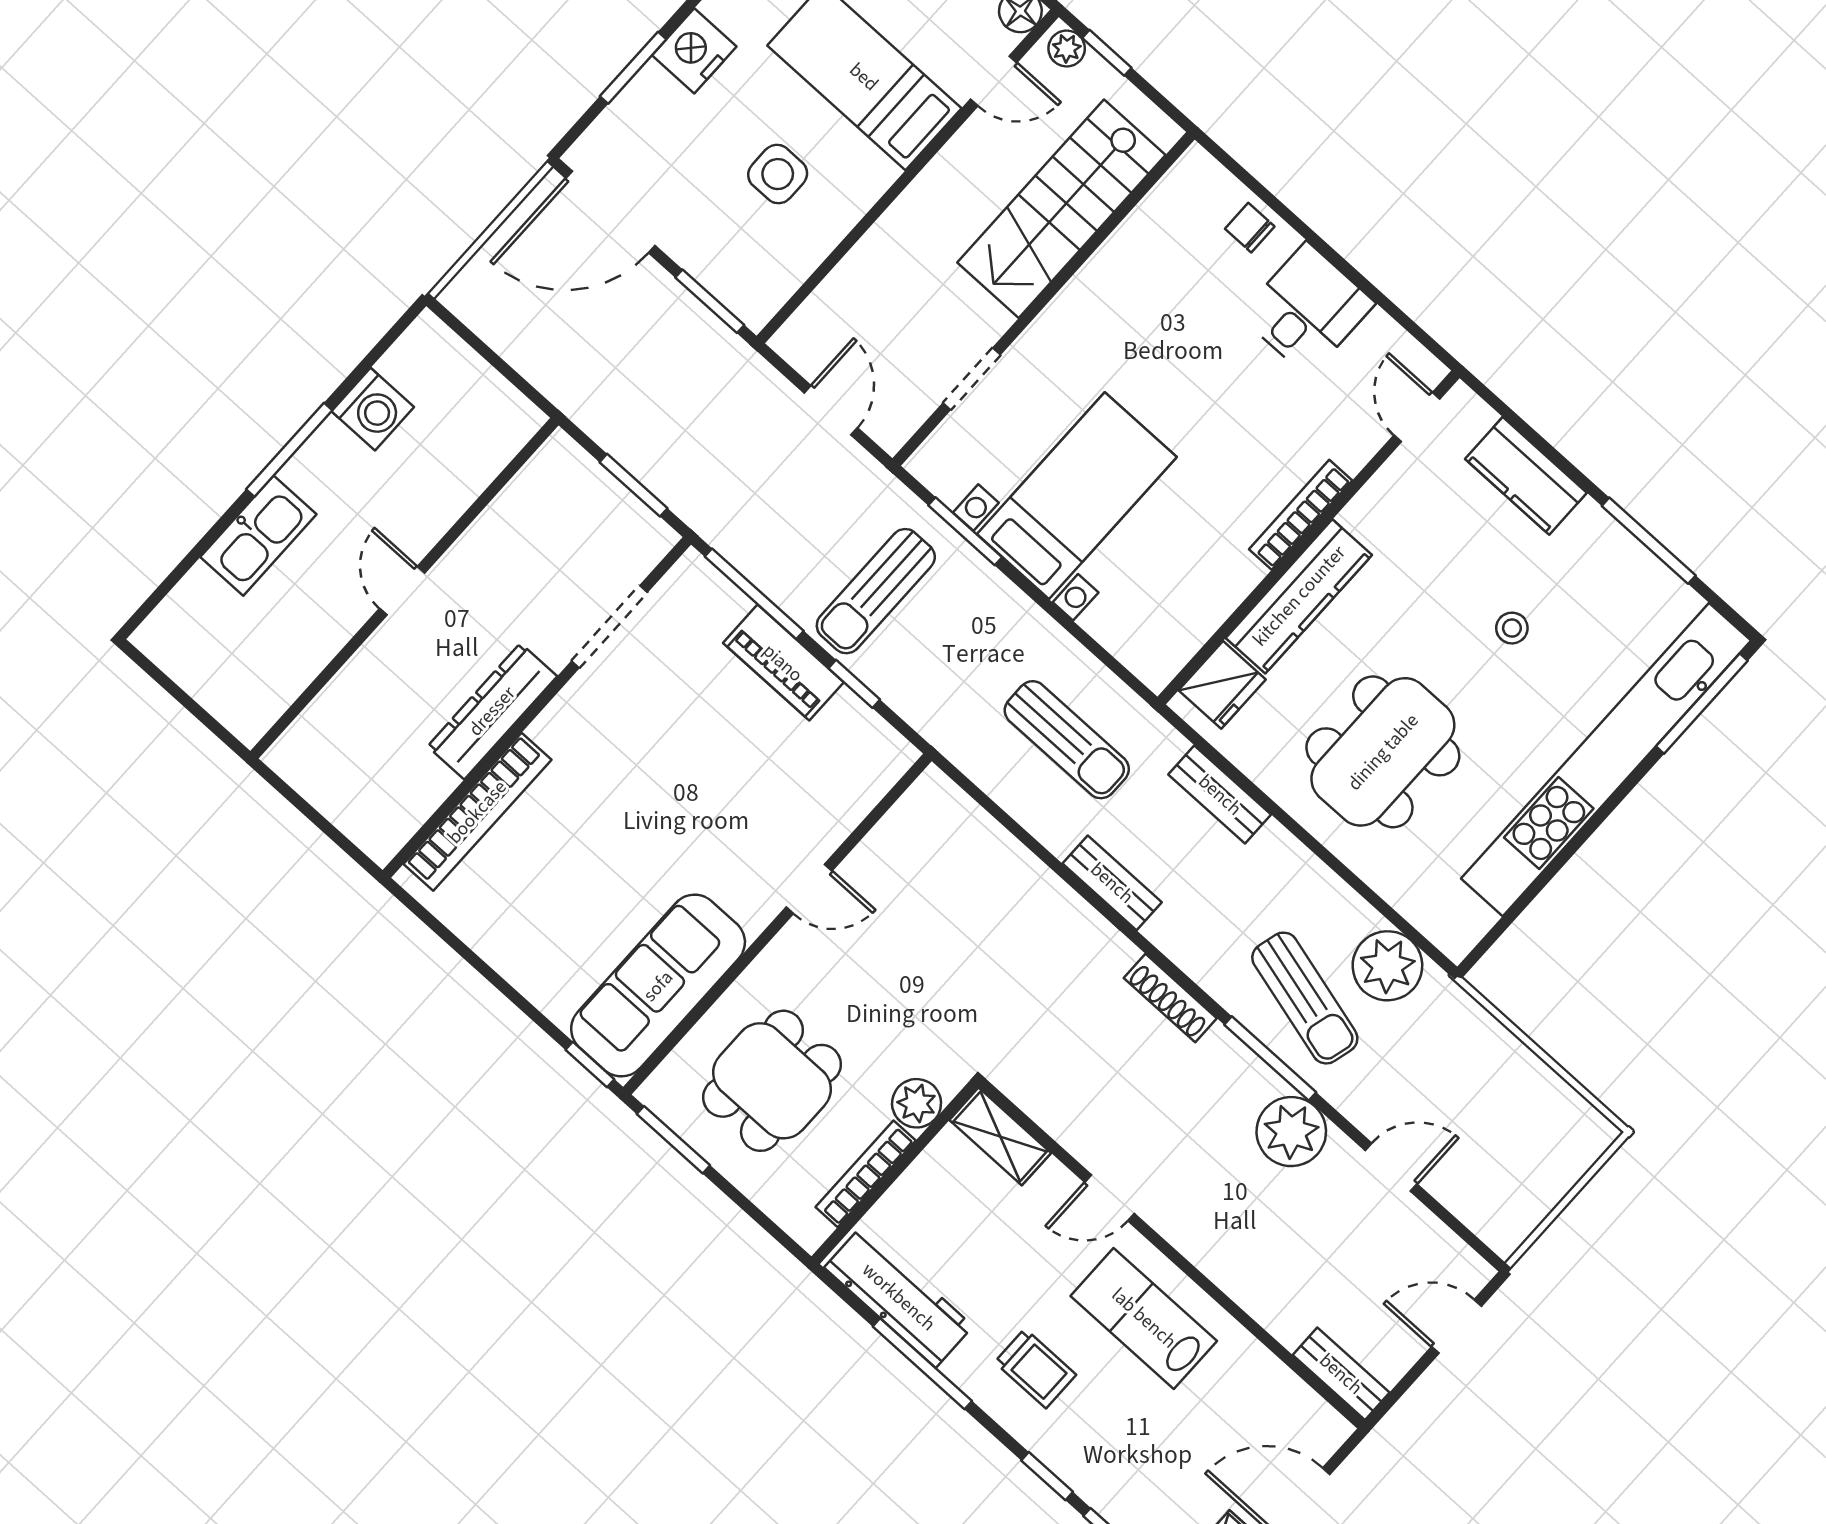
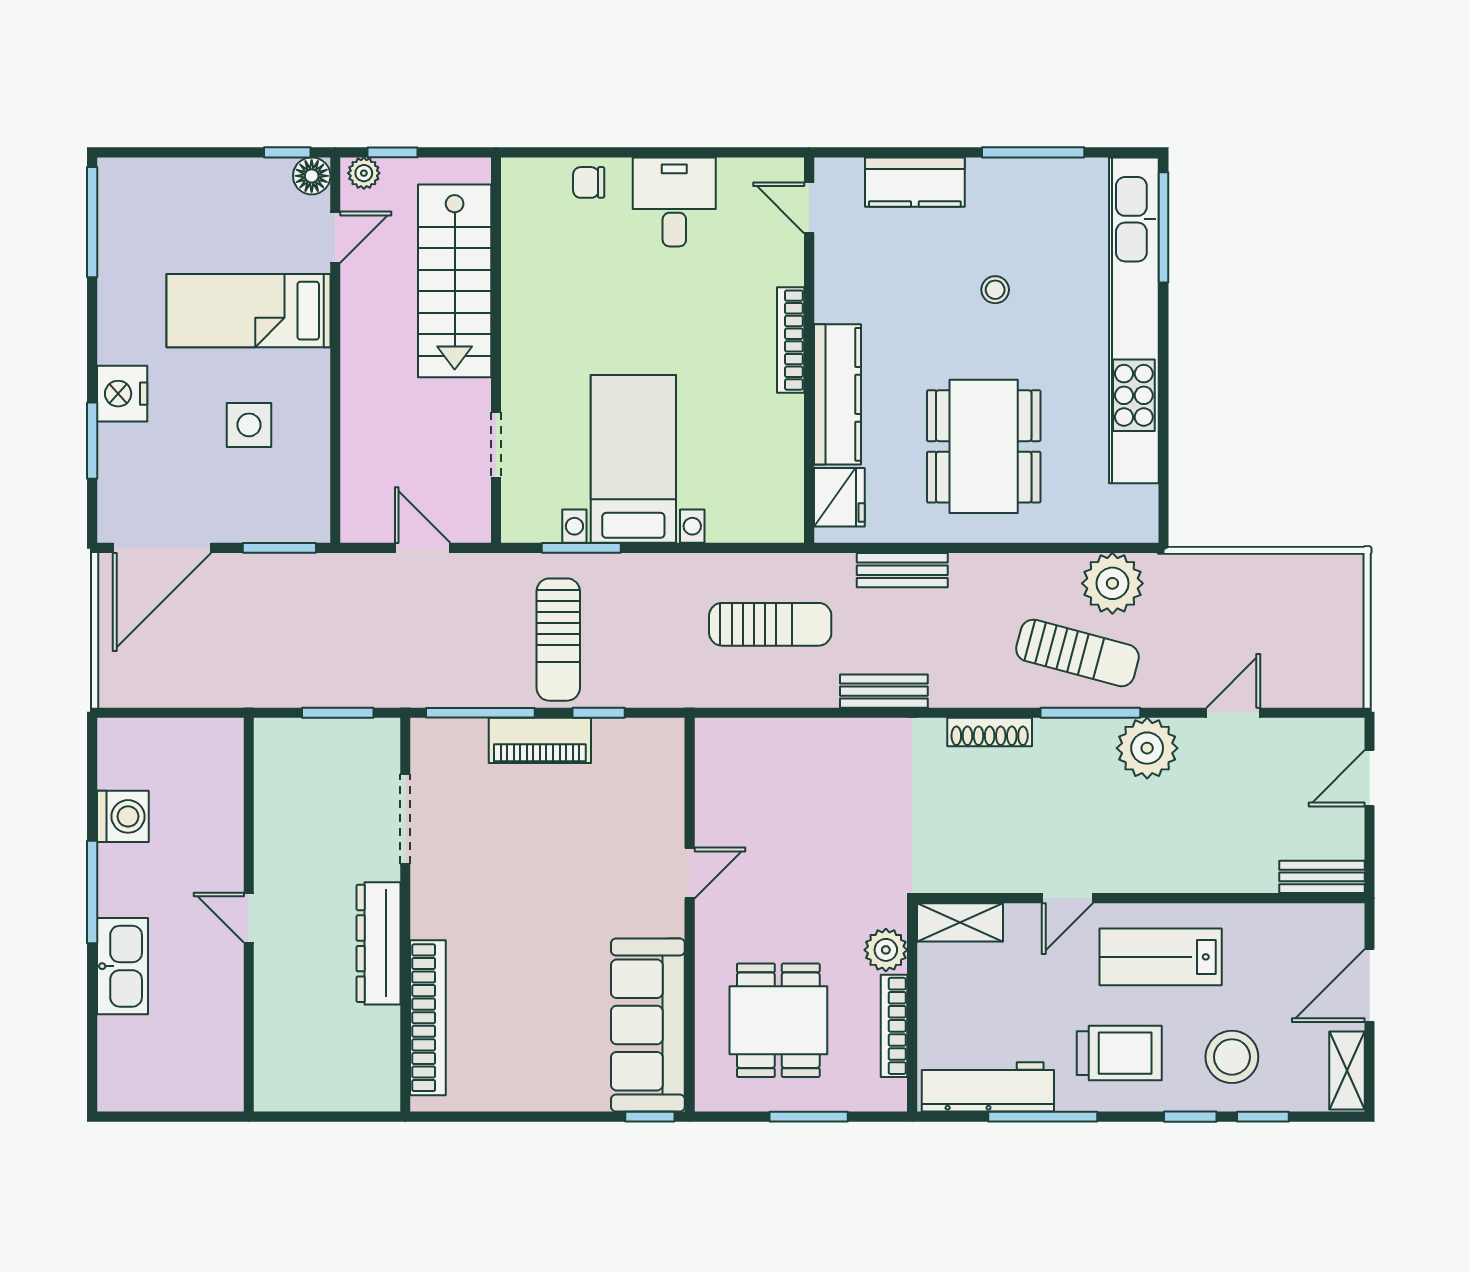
window: (673, 1140) -> (809, 1117), moved
trolley: (1035, 1368) -> (1119, 1053), width x1.36, depth x1.39
stool: (1128, 1457) -> (1232, 1057), added

